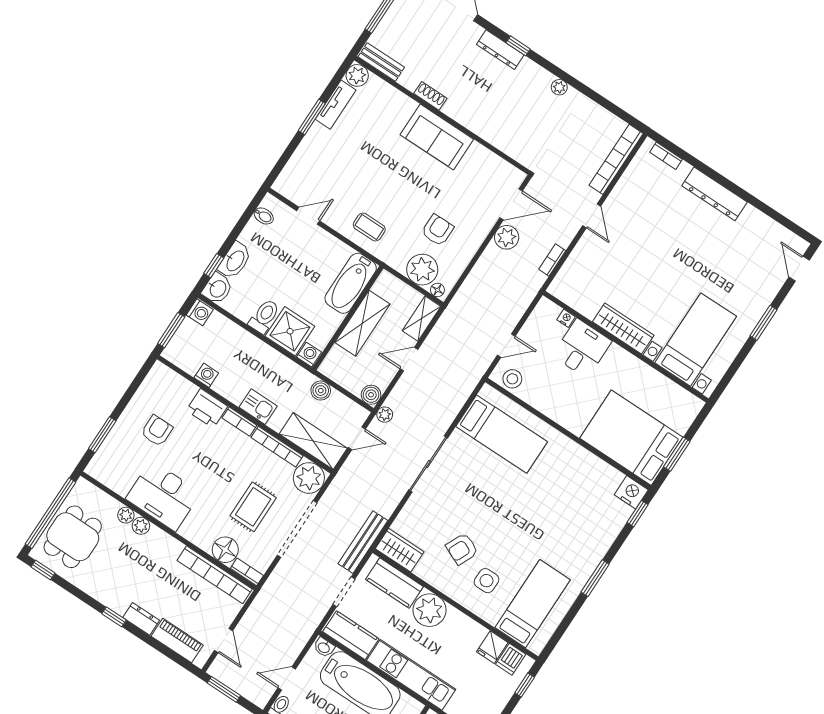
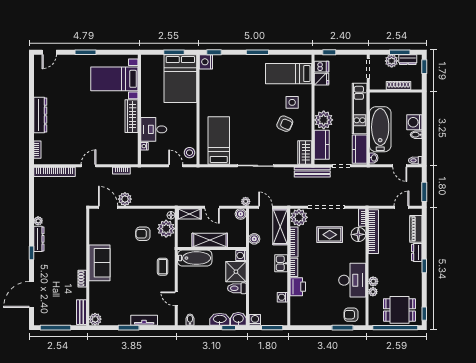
dresser: (500, 50) -> (39, 239), moved
tv unit: (336, 105) -> (144, 320), moved
armchair: (157, 431) -> (351, 315), moved

